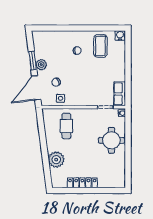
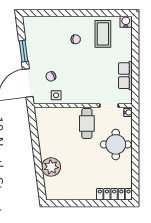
plant: (41, 65) -> (34, 56), removed
row of seats: (120, 94) -> (125, 76), moved
cafe table: (66, 126) -> (87, 123), moved
locker: (82, 183) -> (114, 194), moved

